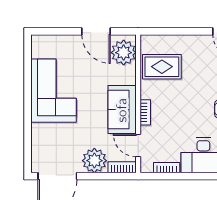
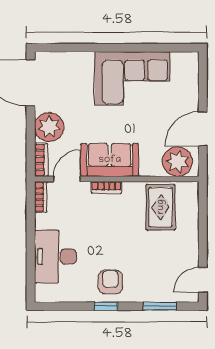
bookcase: (167, 168) -> (41, 197), moved

